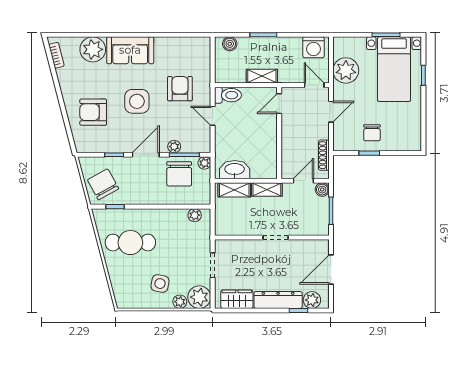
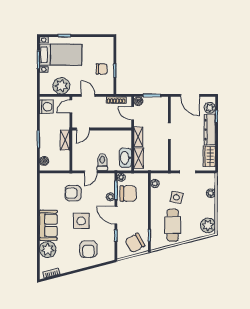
toilet: (228, 95) -> (102, 162), moved
door: (279, 104) -> (83, 129), hinge flipped
side table: (160, 284) -> (177, 197), moved
plant: (199, 297) -> (208, 225), moved

